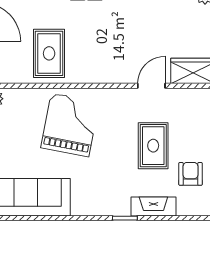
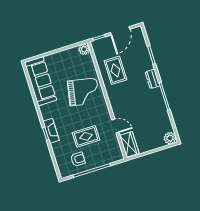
rug: (49, 53) -> (115, 70), turned 90
fireplace: (153, 207) -> (51, 131), moved

